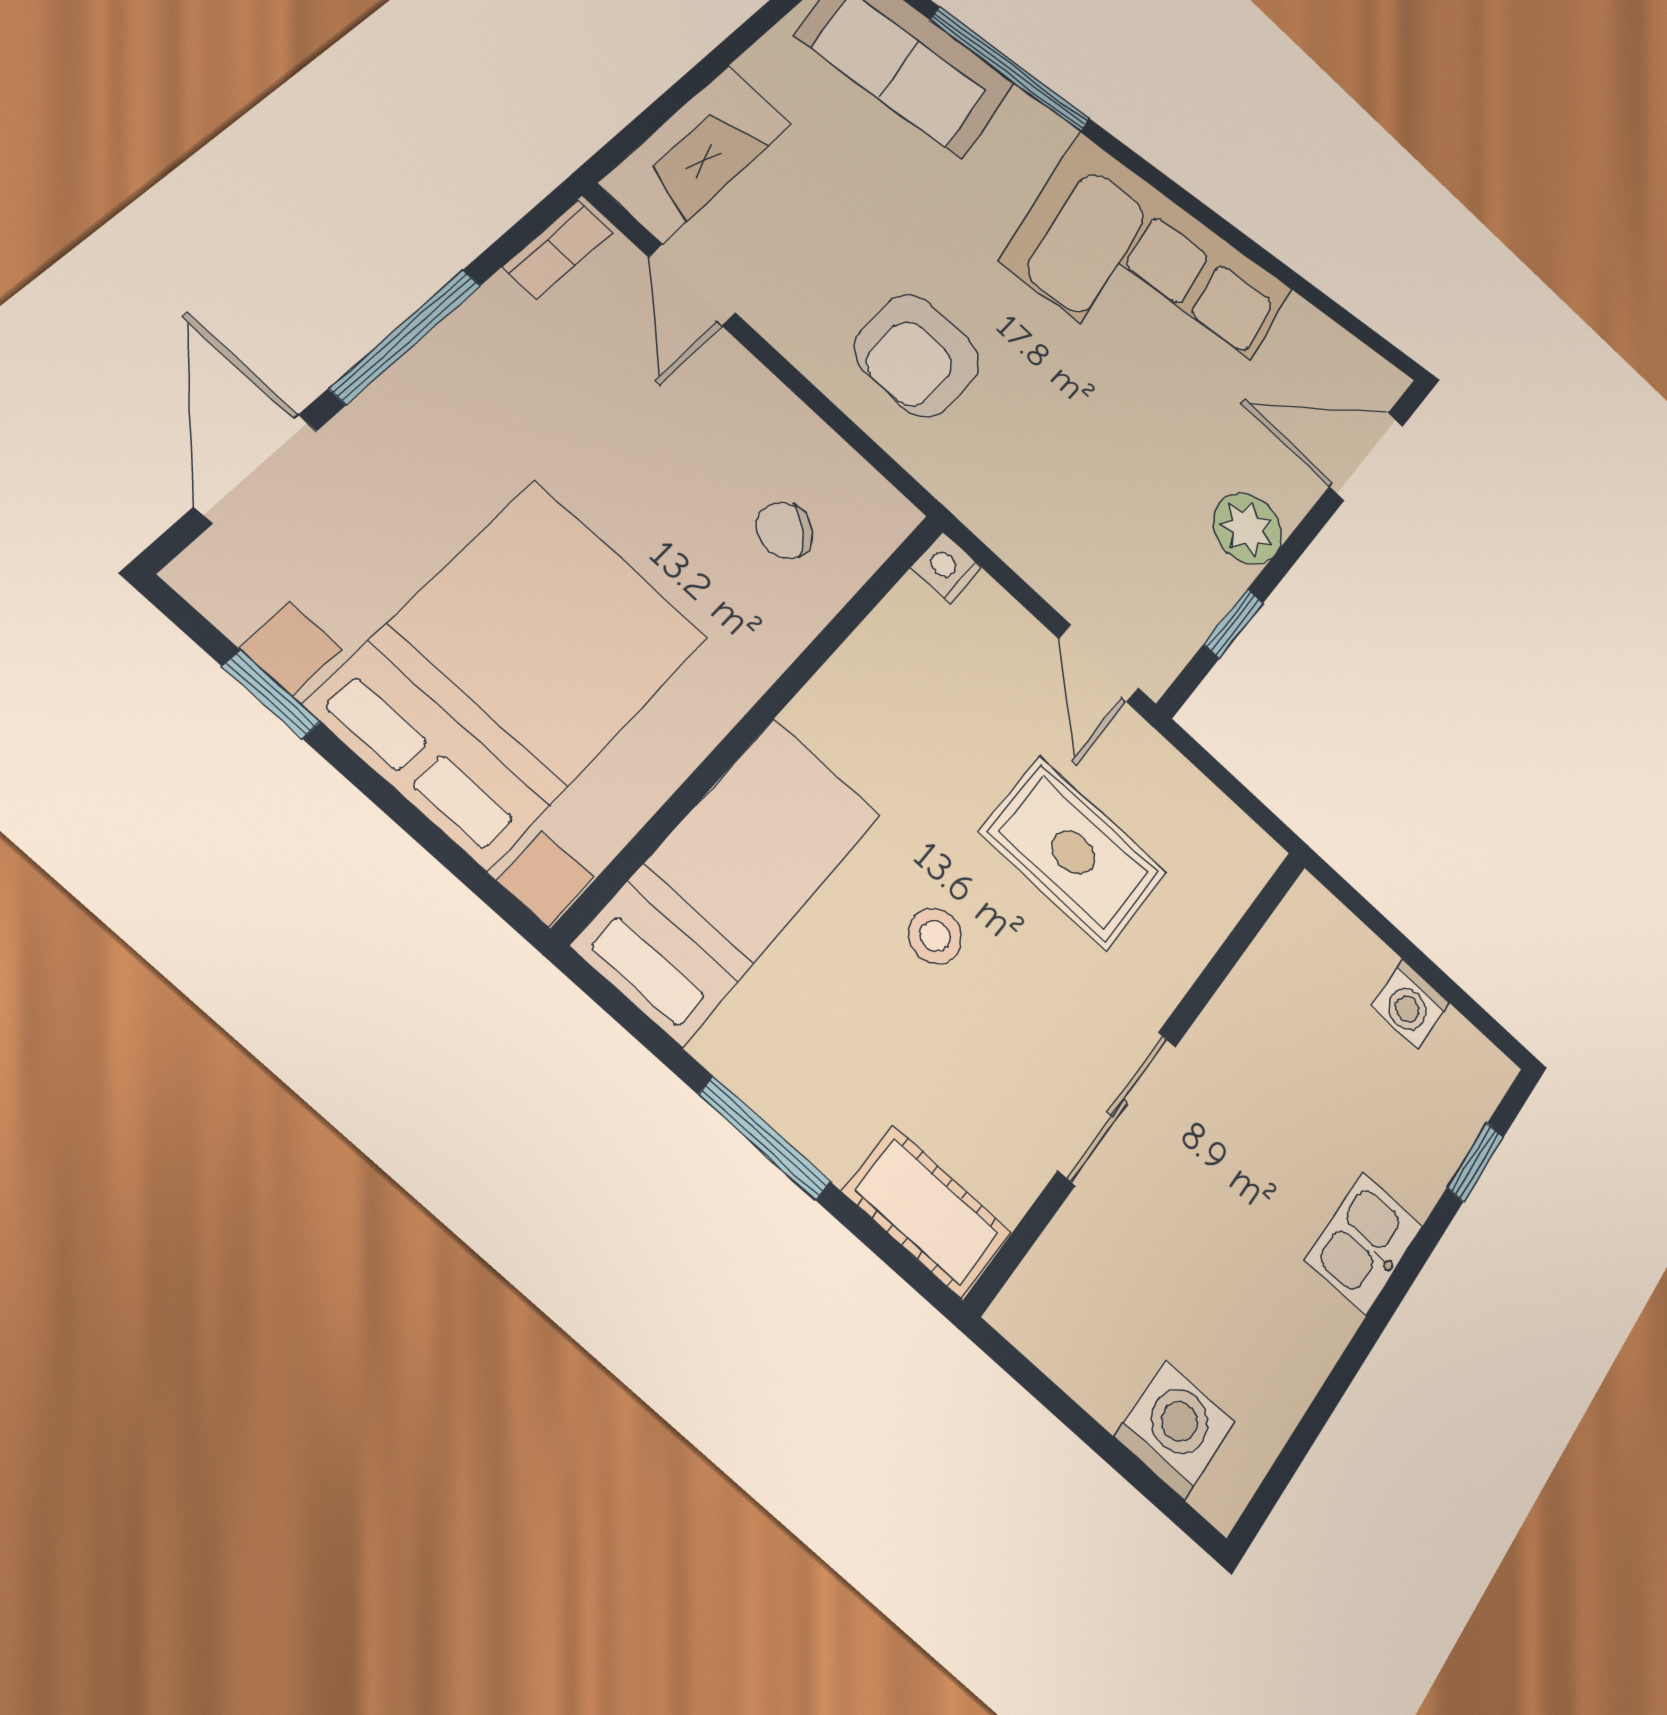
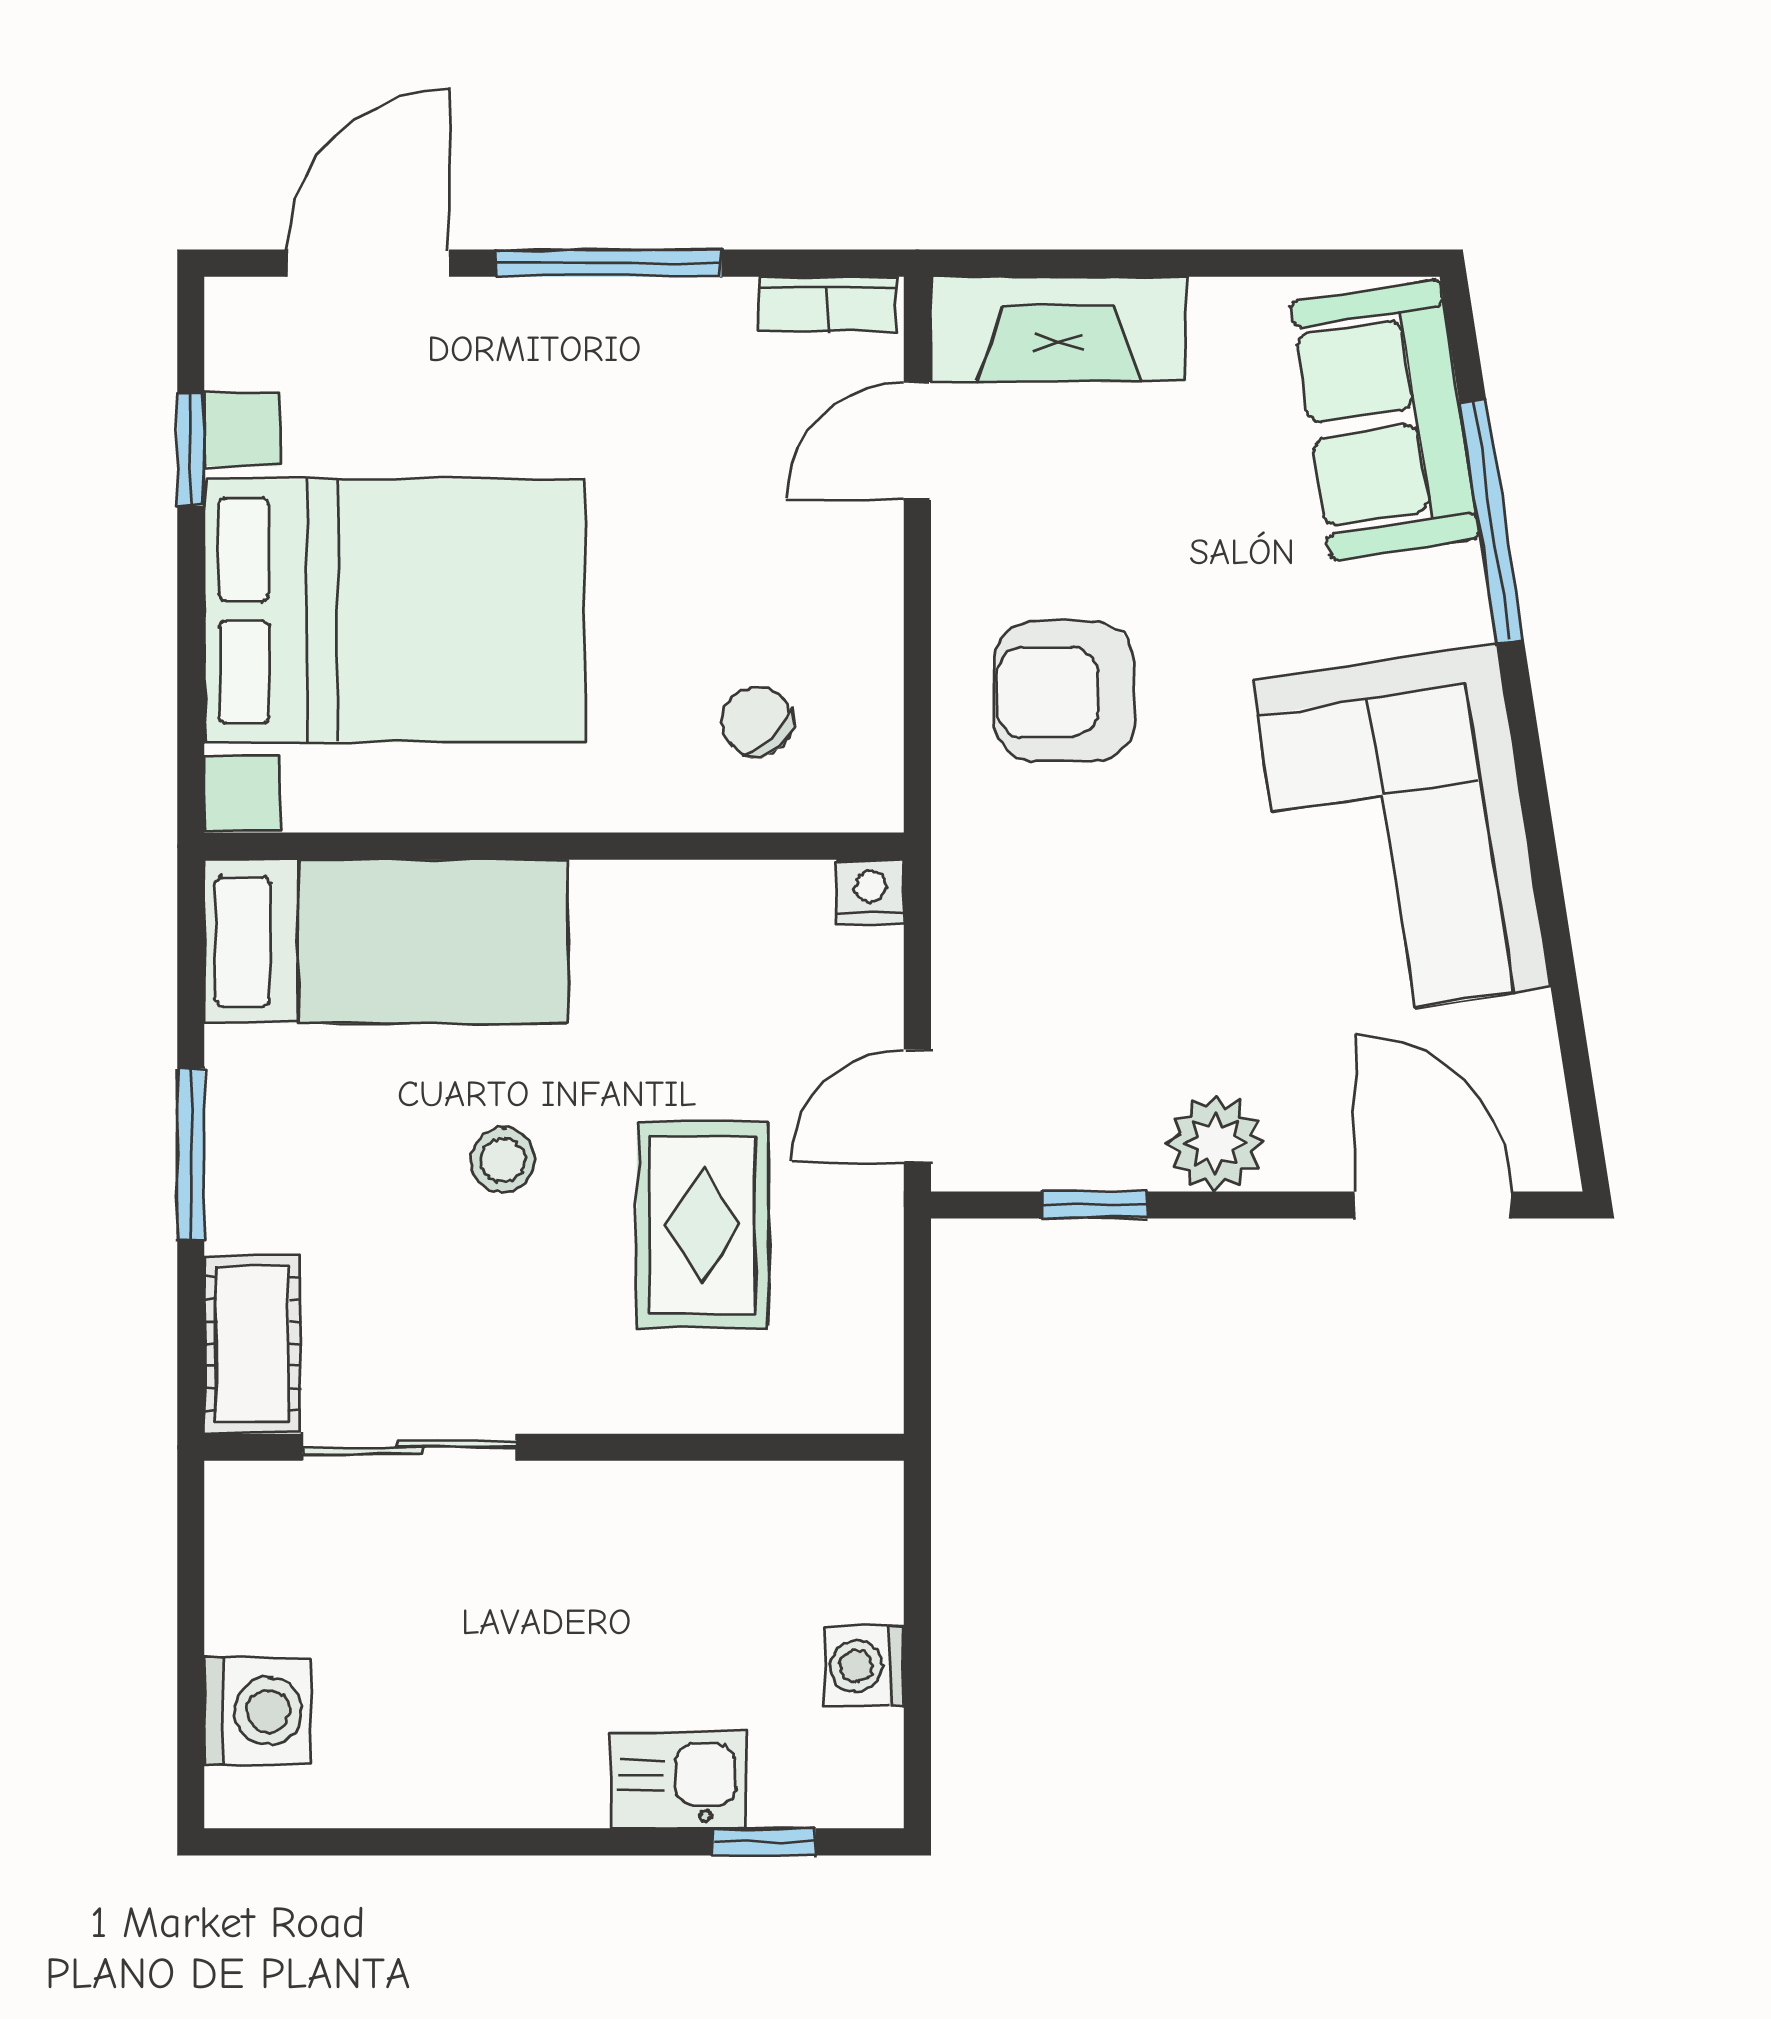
sliding door: (1118, 1108) -> (409, 1447), moved
kitchen sink: (1364, 1243) -> (678, 1780), moved

